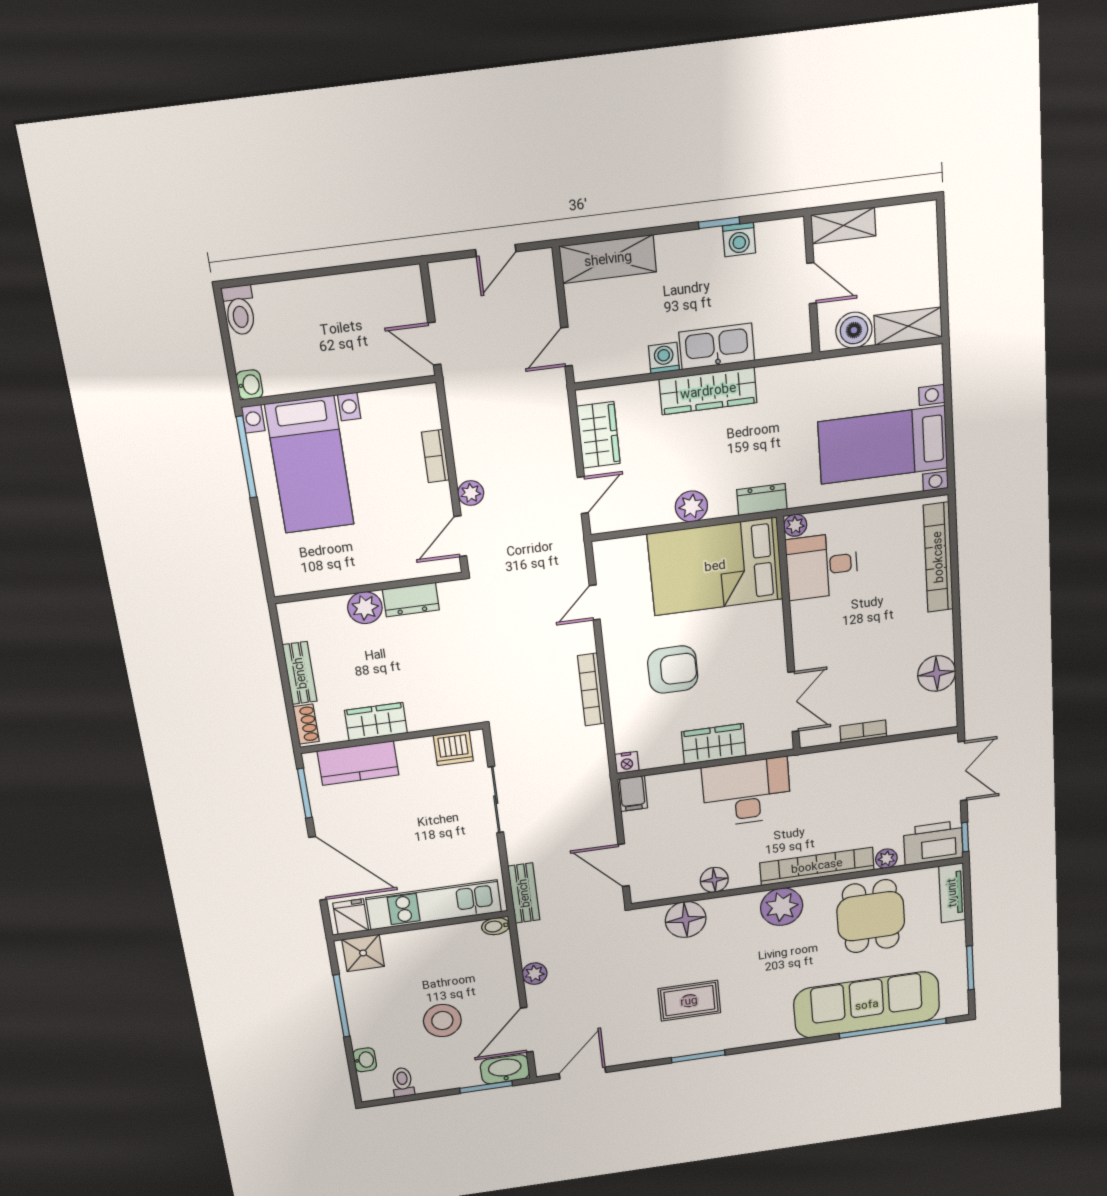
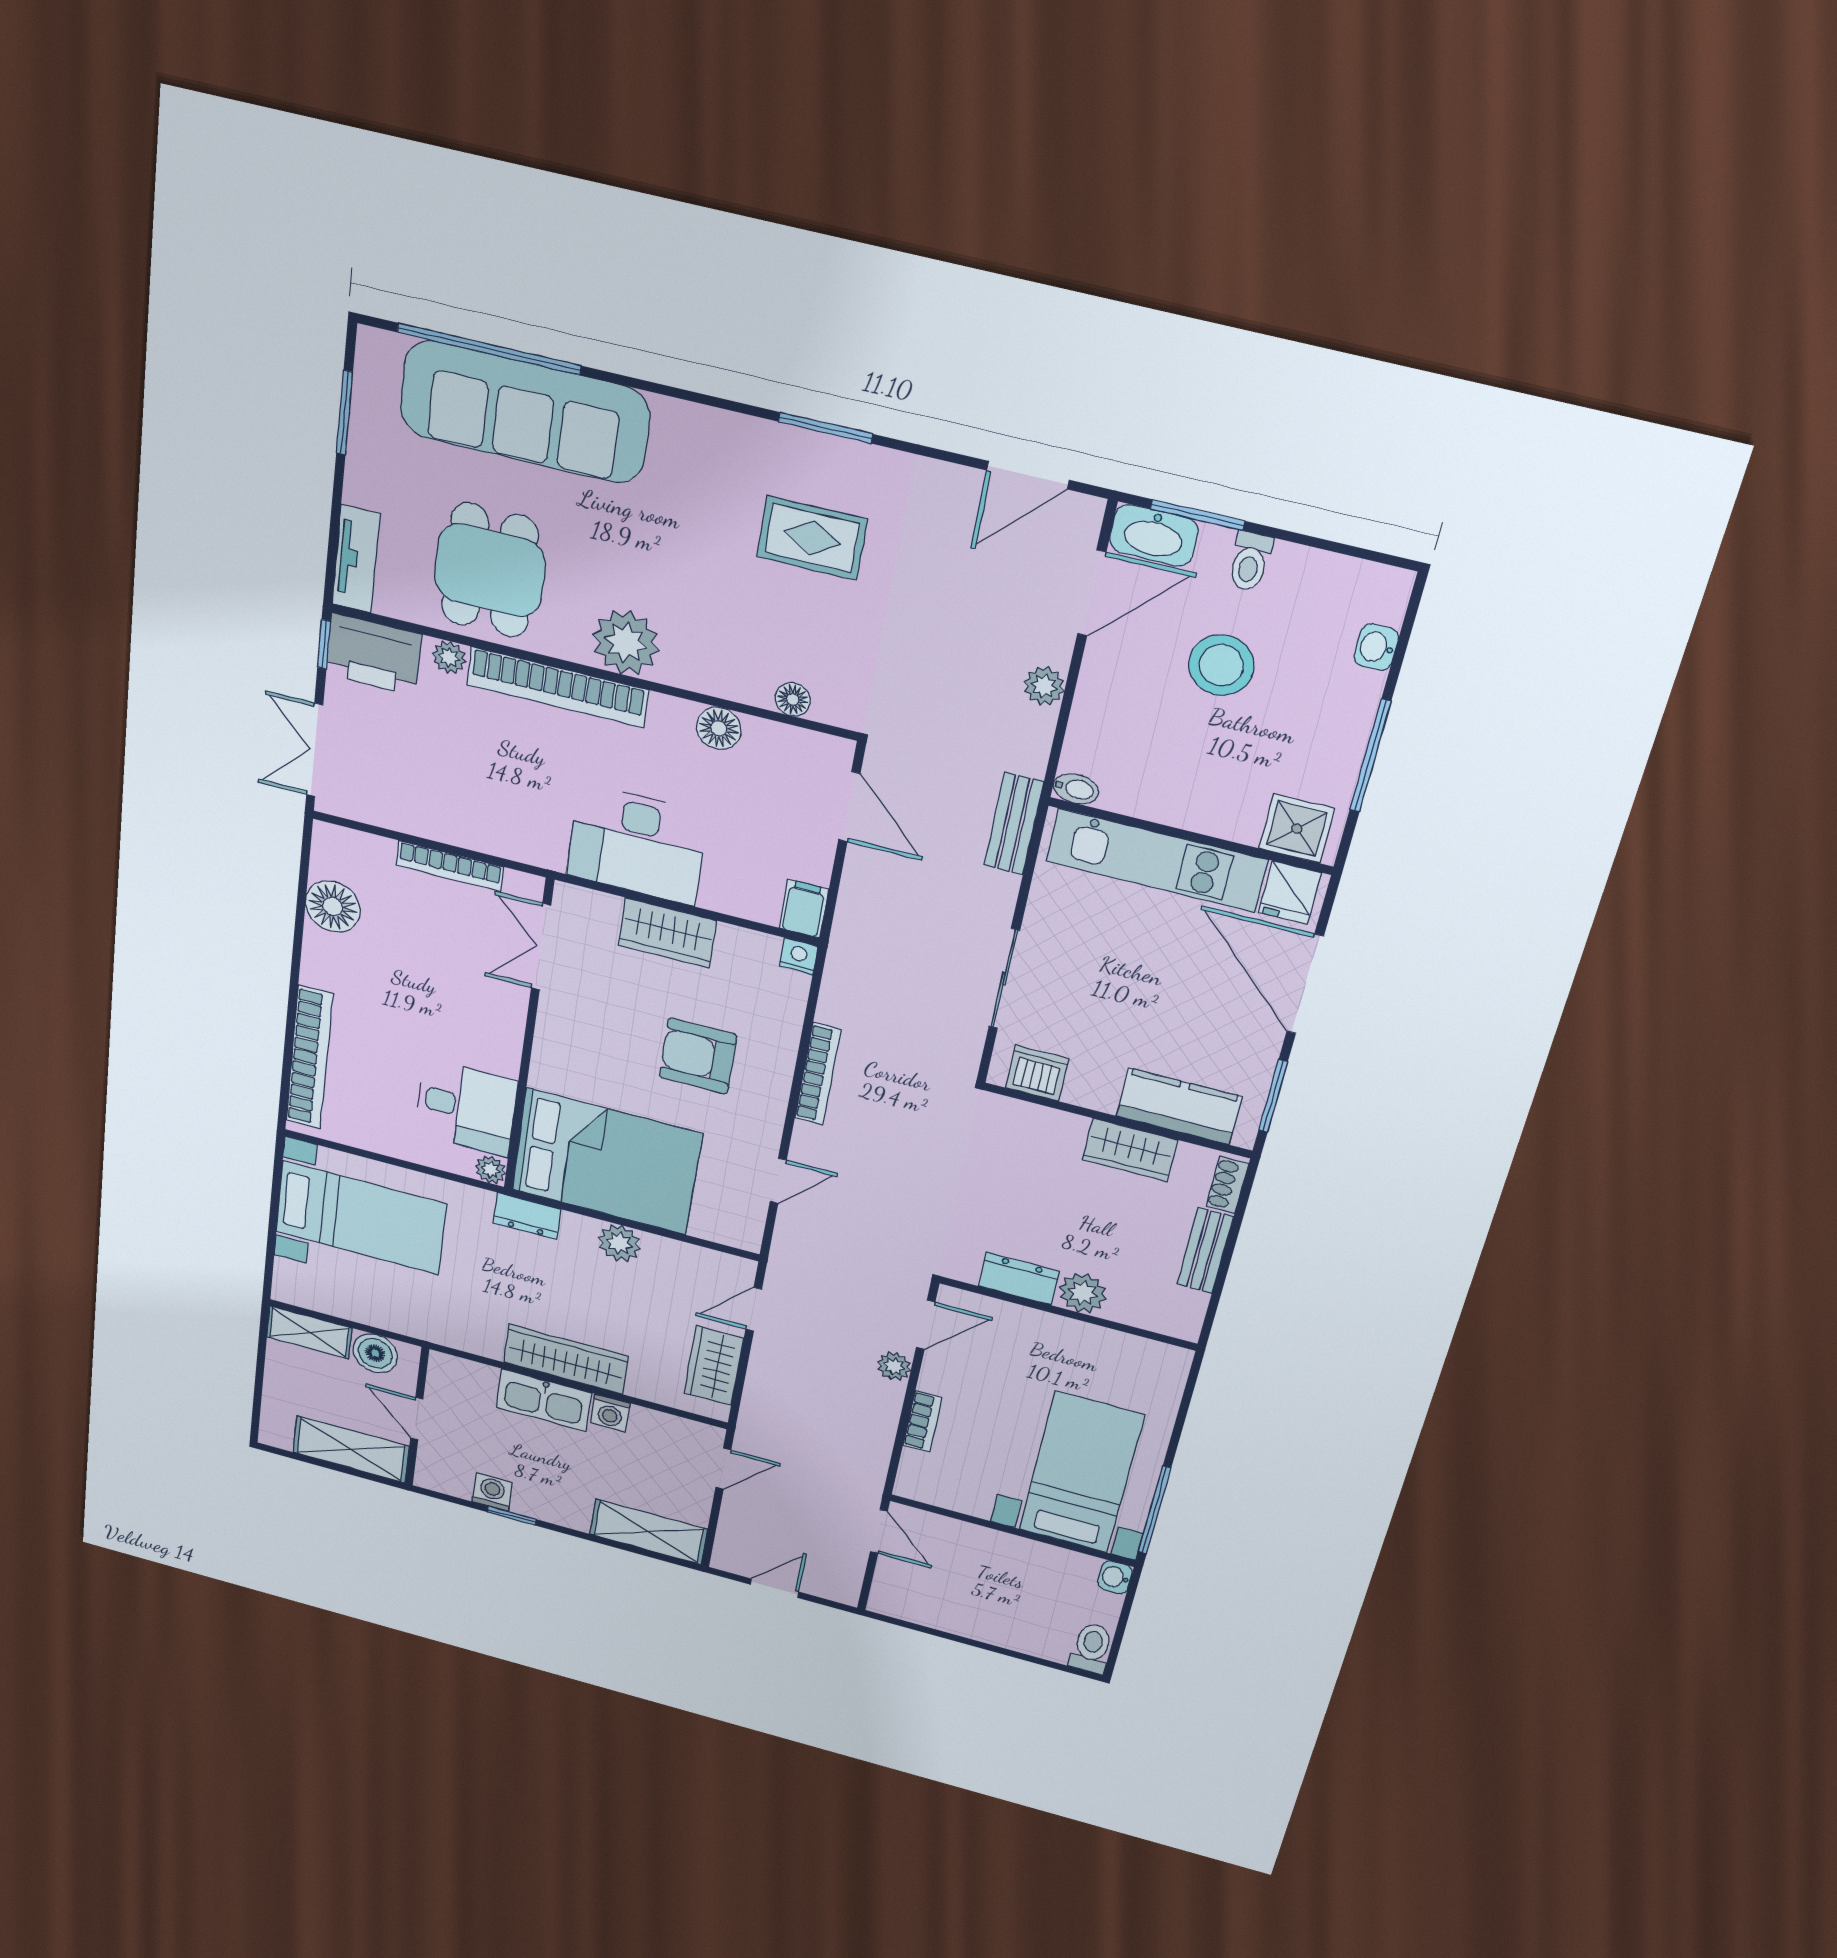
shelving: (843, 225) -> (351, 1449), width x1.50, depth x1.33
bookcase: (863, 731) -> (450, 866), width x1.56
floor lamp: (686, 920) -> (793, 699), width x0.53, depth x0.53
toilet: (403, 1082) -> (1250, 561), moved

